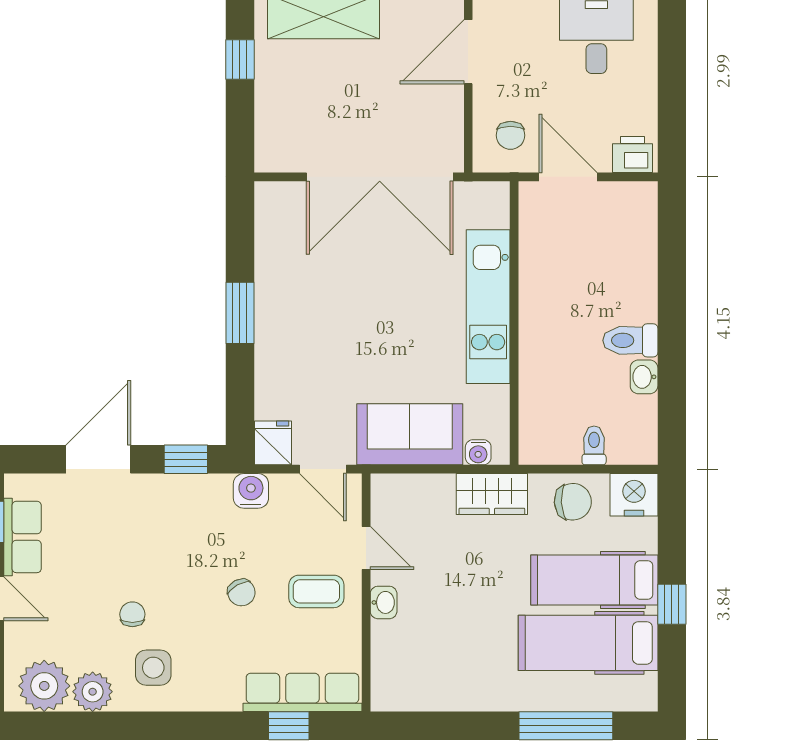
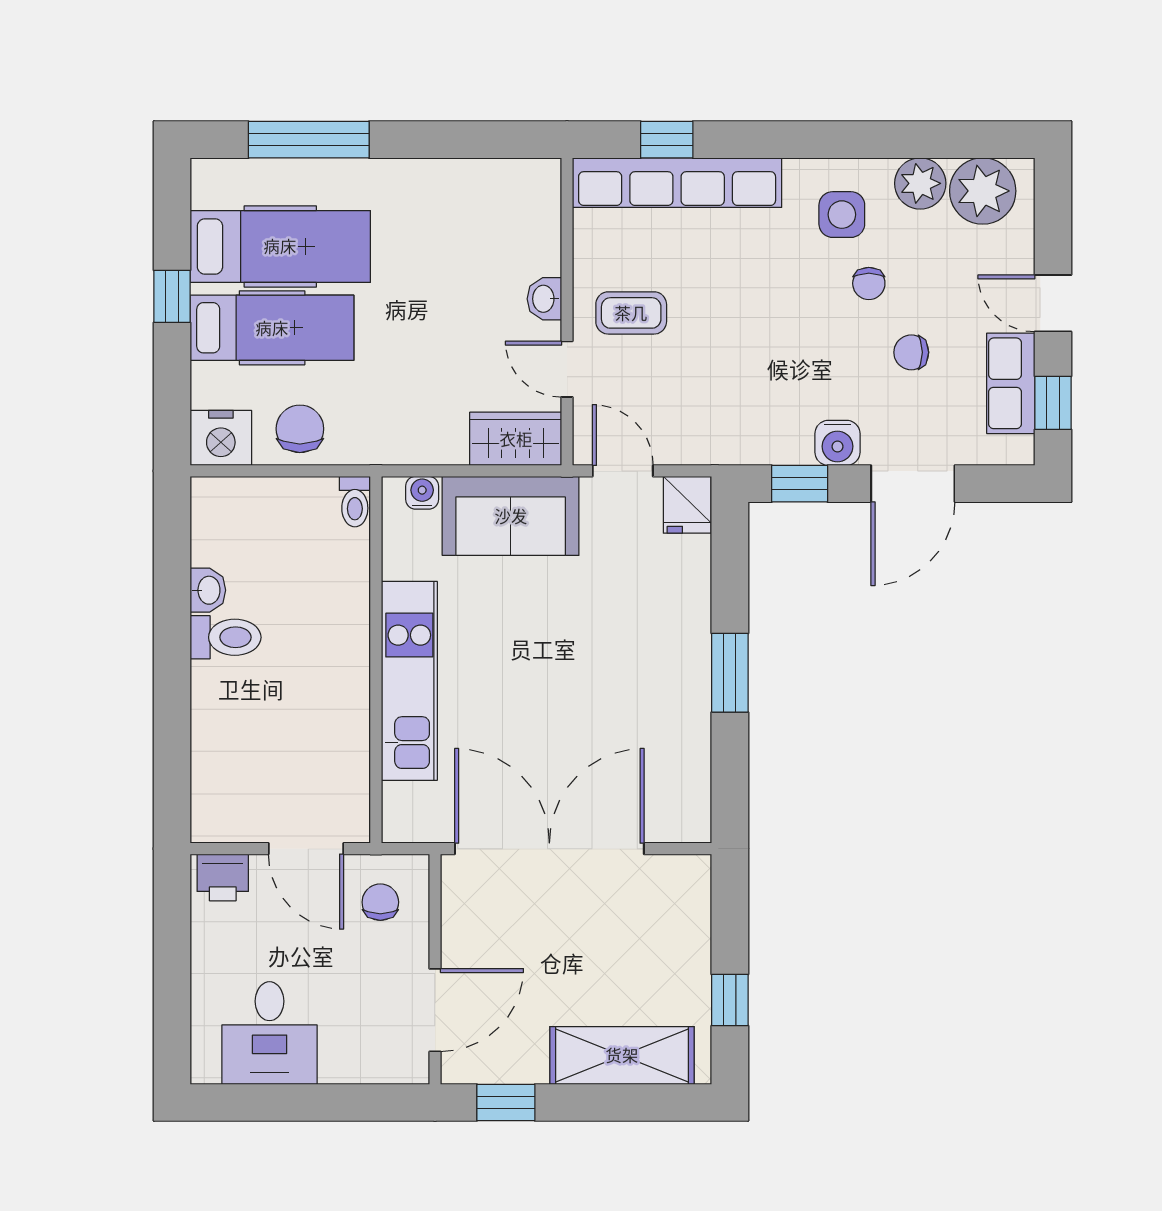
toilet: (594, 445) -> (355, 502), moved
water cooler: (251, 491) -> (837, 443), moved
wardrobe: (492, 494) -> (516, 439), moved
chair: (573, 502) -> (300, 429), turned 93
chair: (241, 592) -> (911, 352), moved, turned -61
row of seats: (302, 692) -> (677, 183), width x1.36

